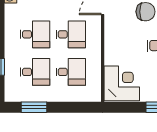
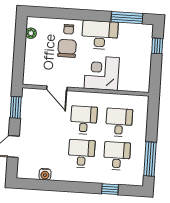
corner desk: (122, 83) -> (102, 73), moved
window: (34, 107) -> (150, 159), width x1.44

